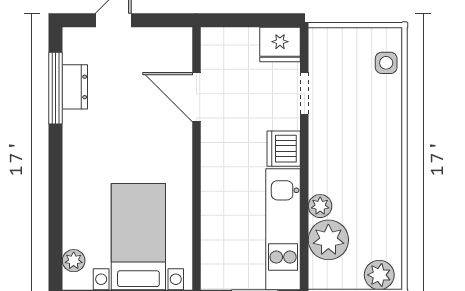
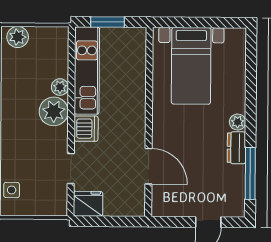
dresser: (75, 87) -> (236, 148), moved
plant: (328, 240) -> (54, 111), moved
plant: (74, 261) -> (238, 122), moved

